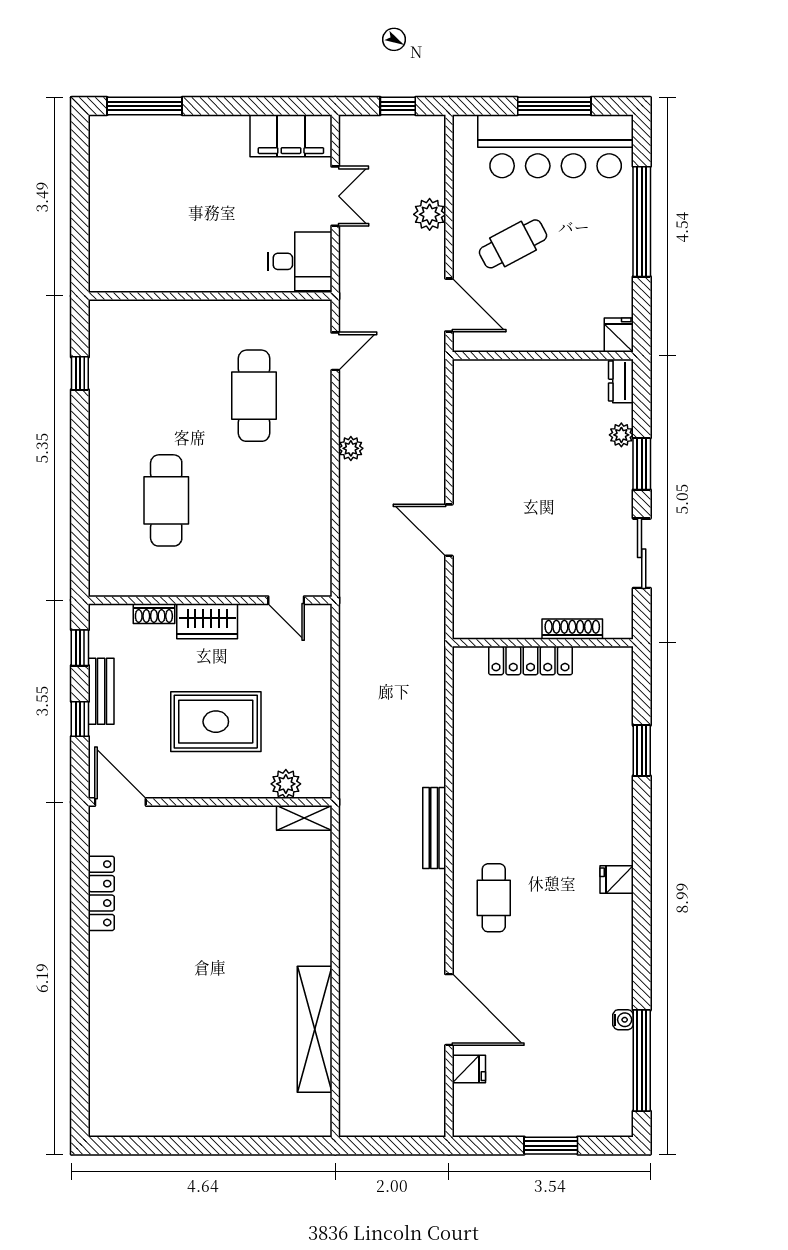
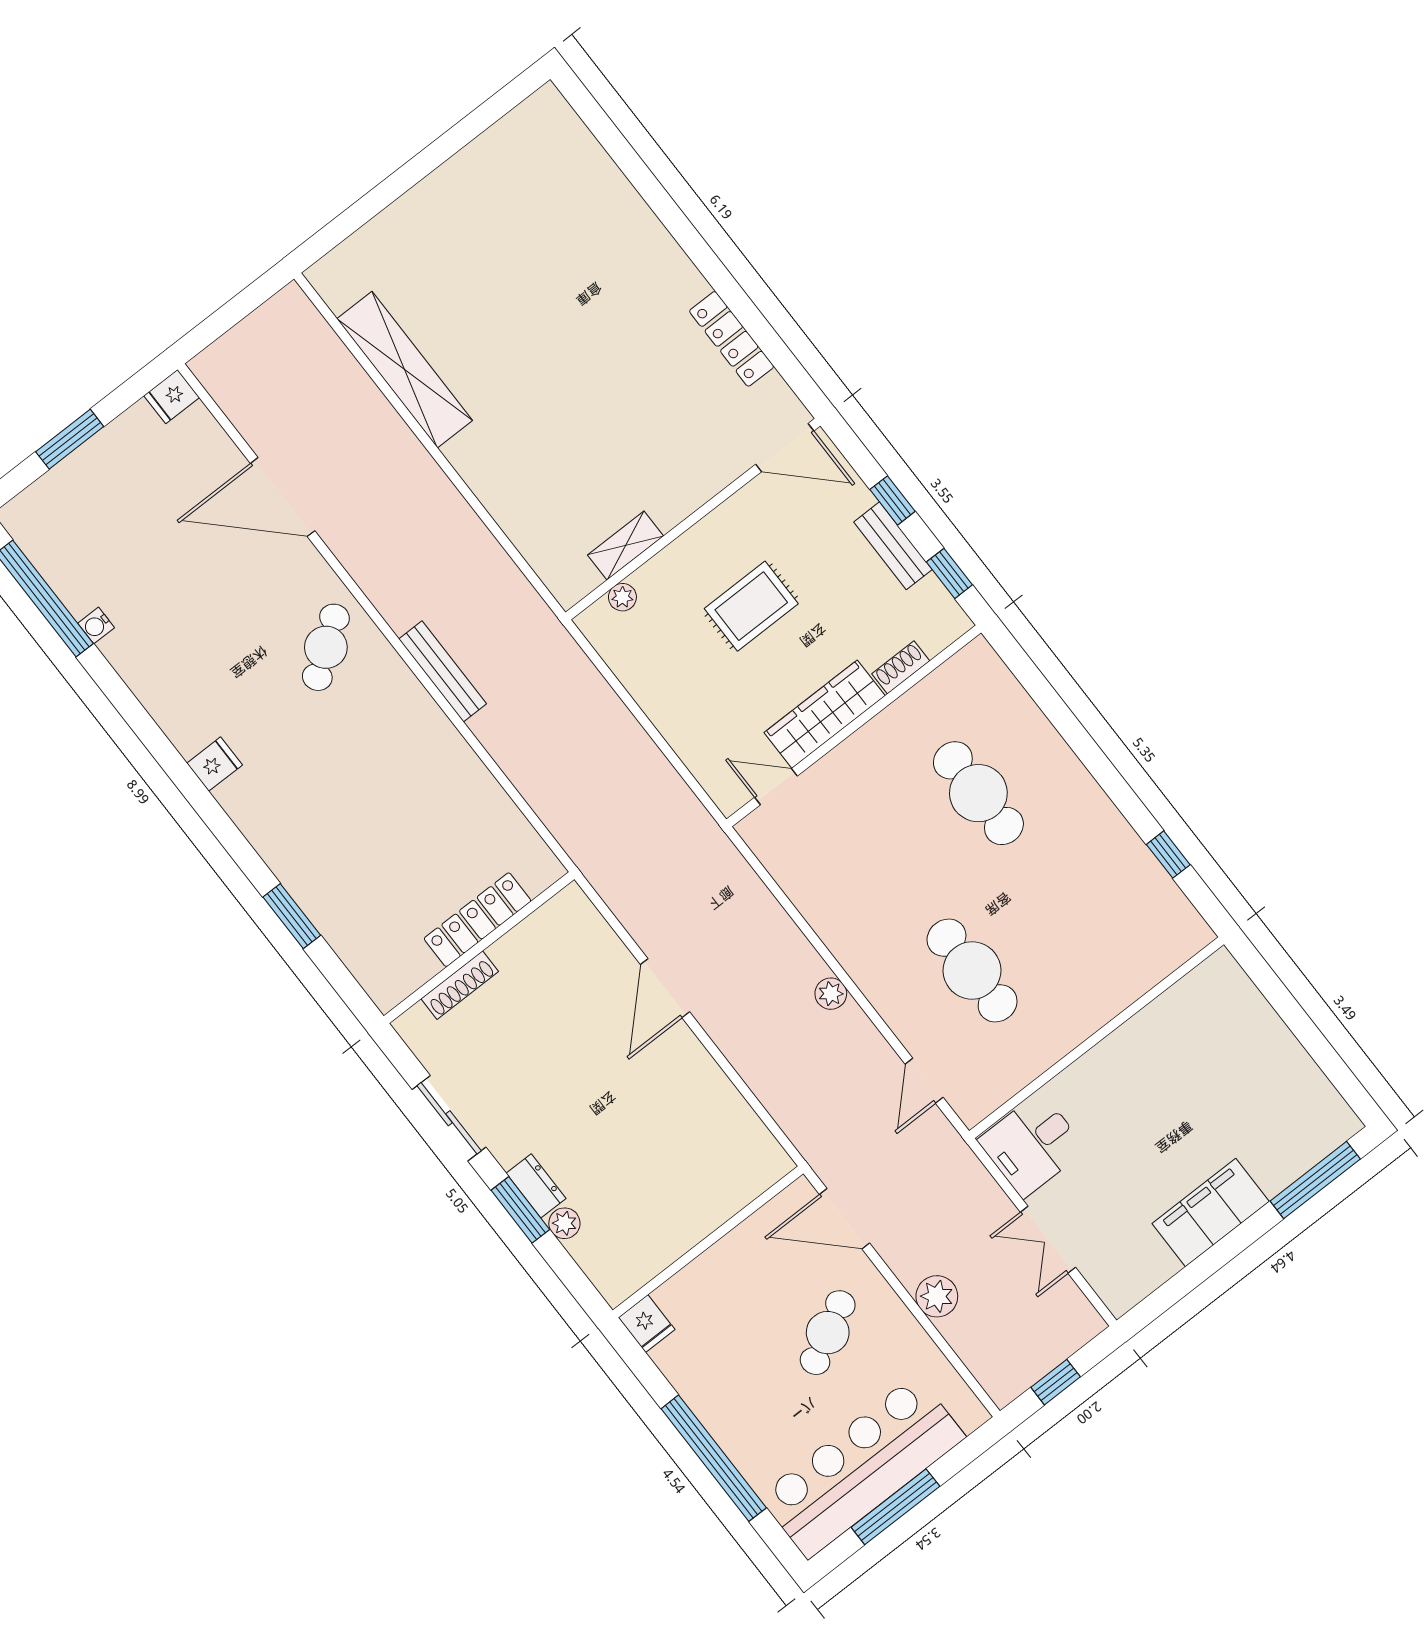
filing cabinet: (291, 136) -> (1211, 1213), moved
dresser: (621, 381) -> (536, 1186), moved
door: (449, 530) -> (665, 988), swing flipped
wardrobe: (207, 621) -> (825, 714), width x1.50
rug: (216, 722) -> (751, 606), width x0.73, depth x0.70
plant: (286, 784) -> (622, 597), width x0.73, depth x0.73
shelving: (304, 818) -> (626, 545), moved
cafe table: (494, 898) -> (326, 647), turned 54
fridge: (469, 1069) -> (172, 397), moved

